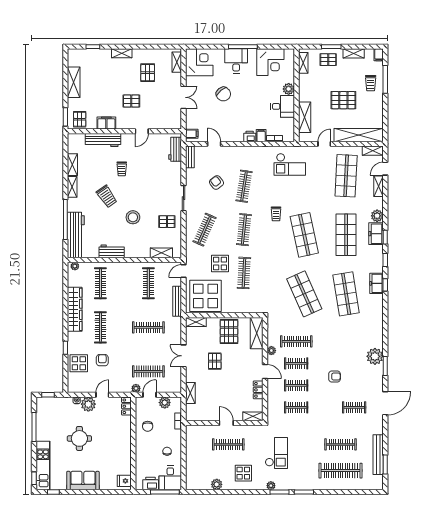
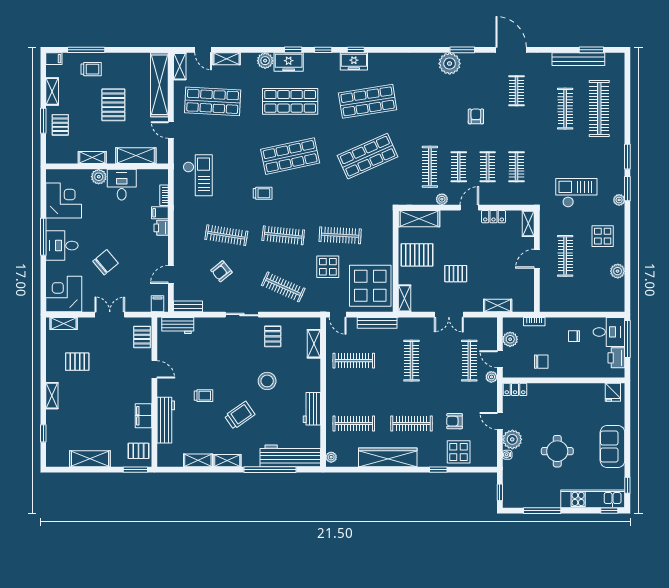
shelving: (303, 63) -> (92, 158), moved
pallet: (131, 101) -> (142, 337), moved

